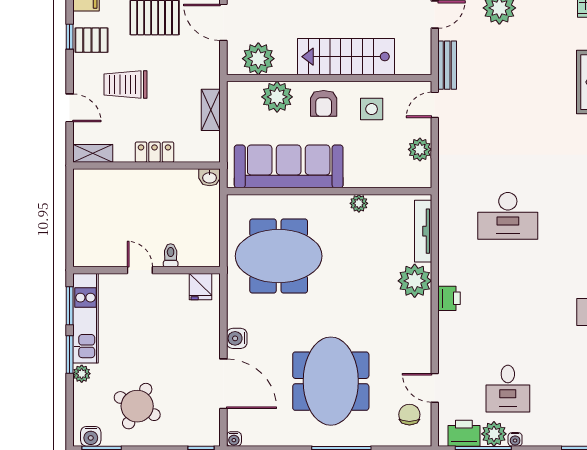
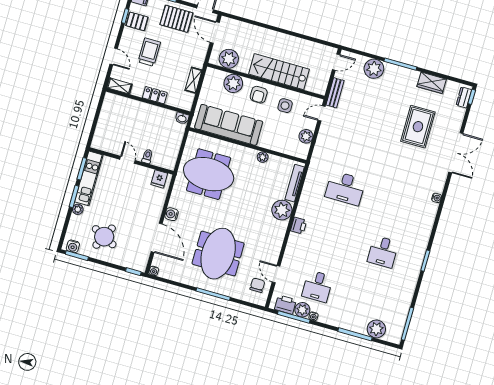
trolley: (126, 84) -> (149, 52), turned 90

